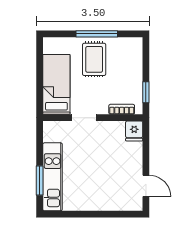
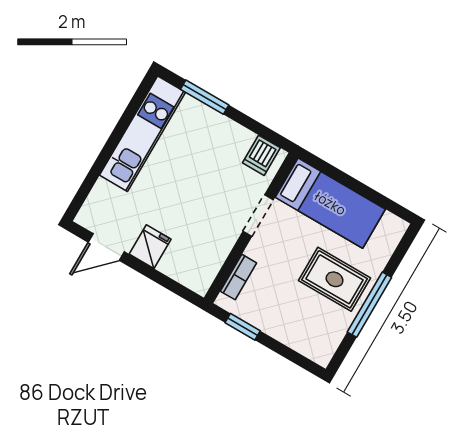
fridge: (134, 131) -> (150, 247), moved, turned 90
dishwasher: (52, 134) -> (261, 155), added
kitchen unit: (53, 177) -> (143, 134), moved, turned -90

